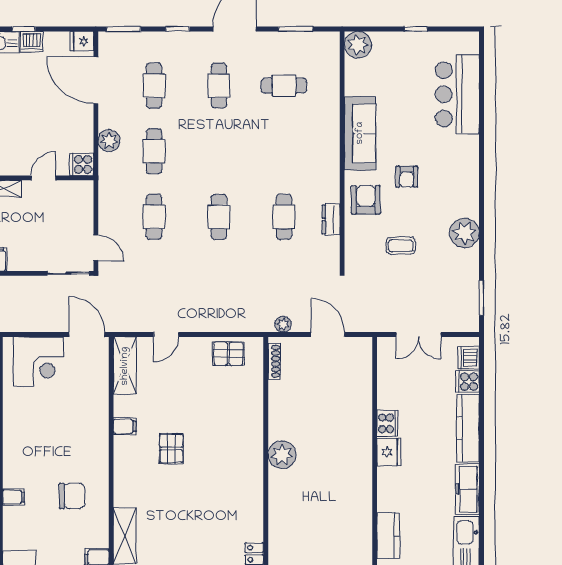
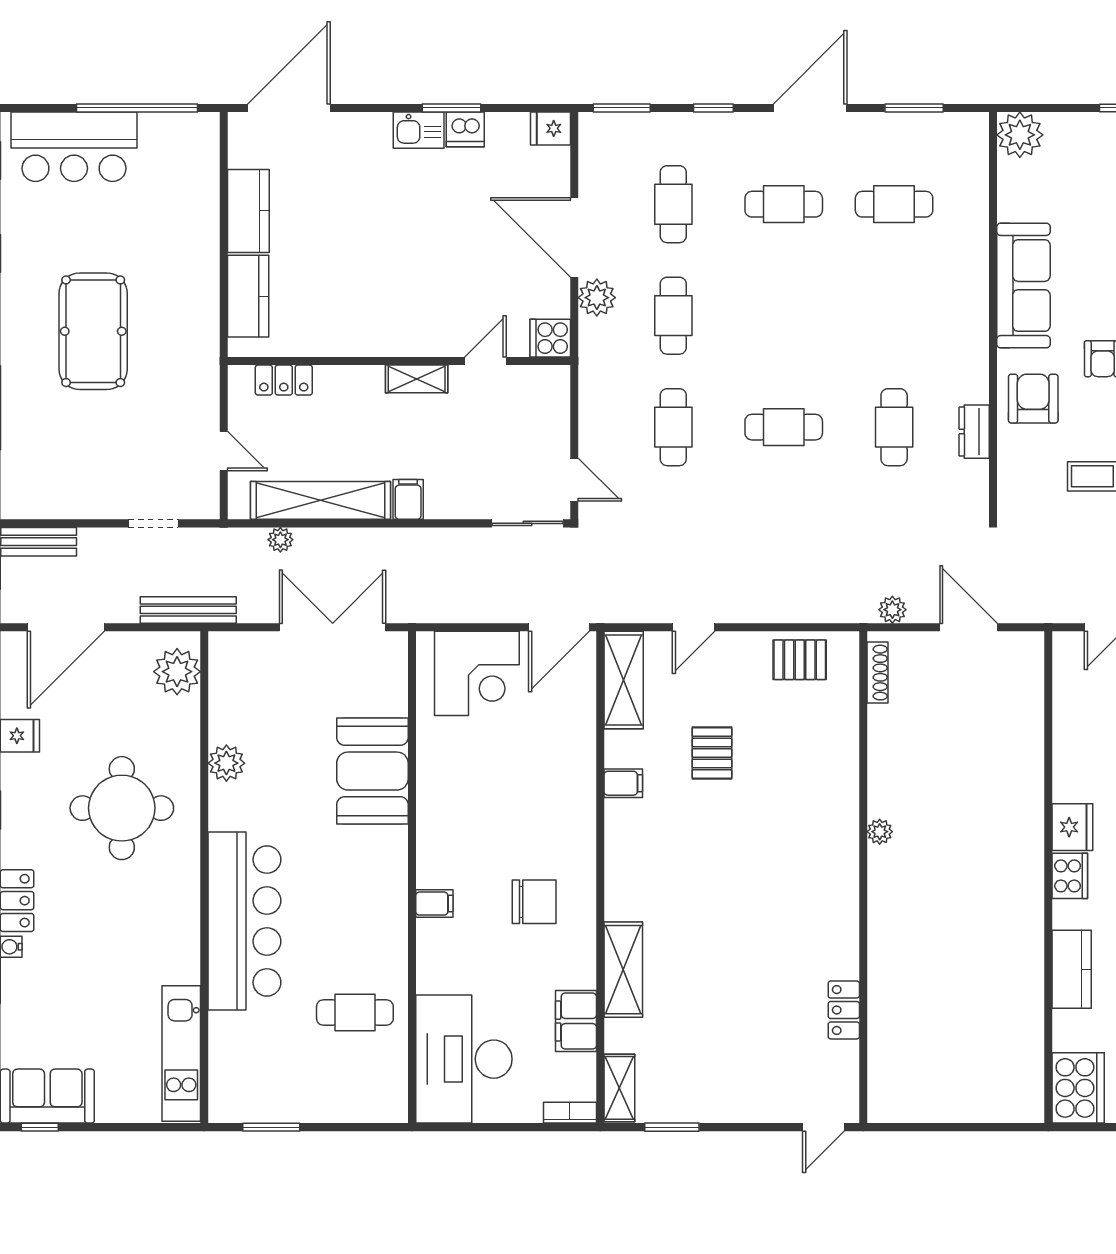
window: (24, 29) -> (452, 108), width x1.50
door: (96, 80) -> (574, 237), moved
cafe table: (219, 86) -> (784, 204), turned 90
cafe table: (219, 217) -> (784, 427), turned 90
door: (87, 335) -> (559, 627), swing flipped
cooker: (387, 423) -> (1070, 876), moved
pallet: (171, 449) -> (712, 753), moved
plant: (282, 455) -> (880, 832), width x0.53, depth x0.53

